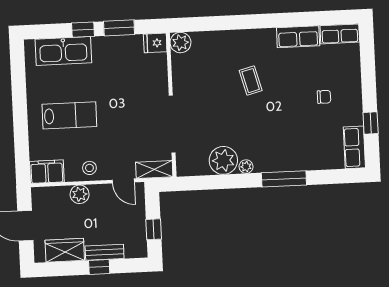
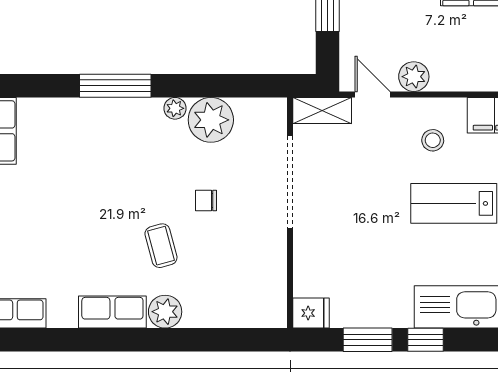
row of seats: (298, 37) -> (112, 312), moved
plant: (180, 43) -> (165, 312), moved
chair: (324, 97) -> (206, 201), moved
stool: (89, 168) -> (433, 140), moved
plant: (80, 194) -> (414, 77), moved

